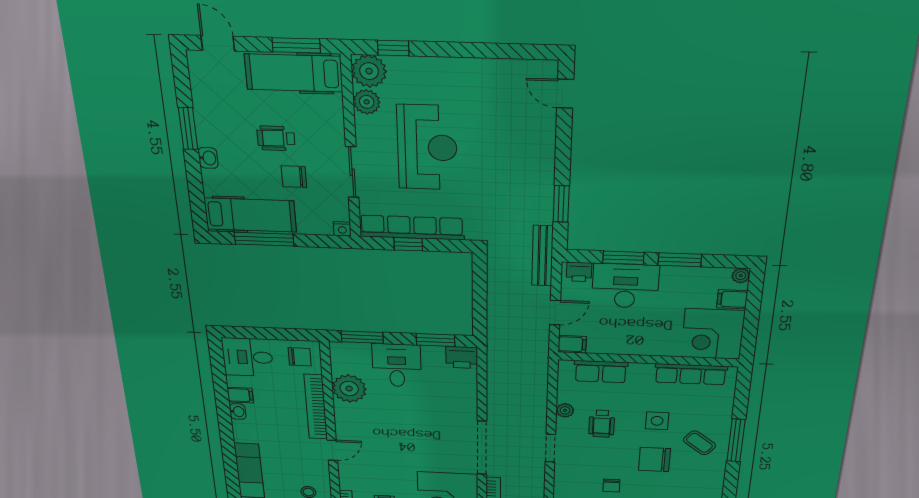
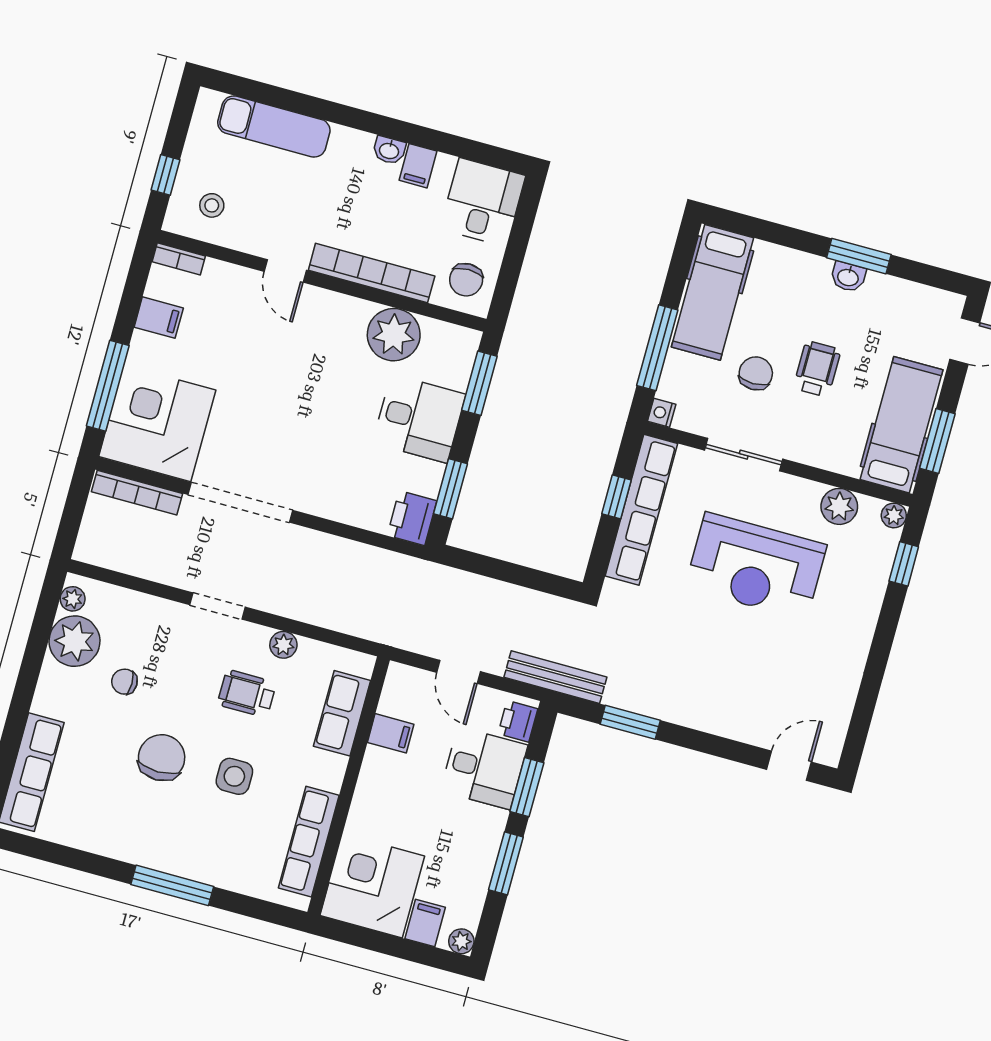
plant: (369, 71) -> (894, 515), width x0.53, depth x0.53
washbasin: (208, 158) -> (848, 277), moved
window: (264, 239) -> (657, 348), moved
desk: (625, 286) -> (484, 768), width x0.73
filing cabinet: (572, 344) -> (391, 733), moved, turned -90
coffee table: (699, 443) -> (179, 831), removed

